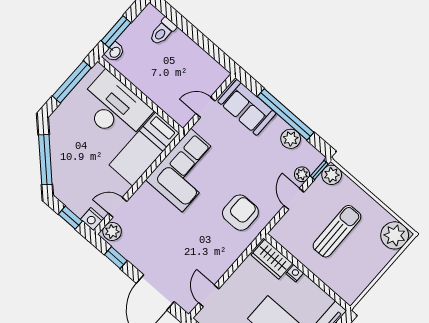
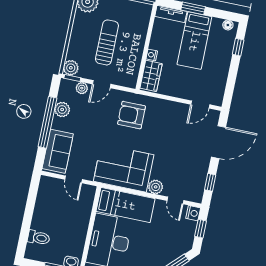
plant: (112, 231) -> (156, 187), moved
sun lounger: (337, 231) -> (107, 42), turned 91

